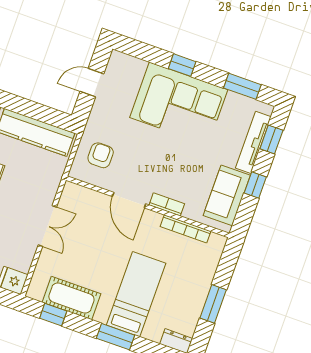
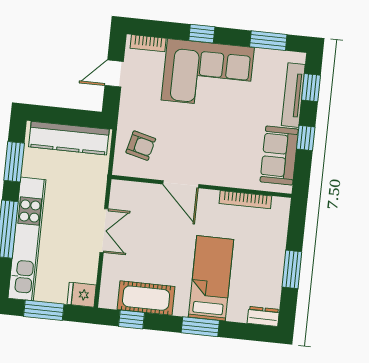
armchair: (101, 155) -> (141, 146), turned 104
bookcase: (167, 204) -> (148, 43), moved, turned 180

